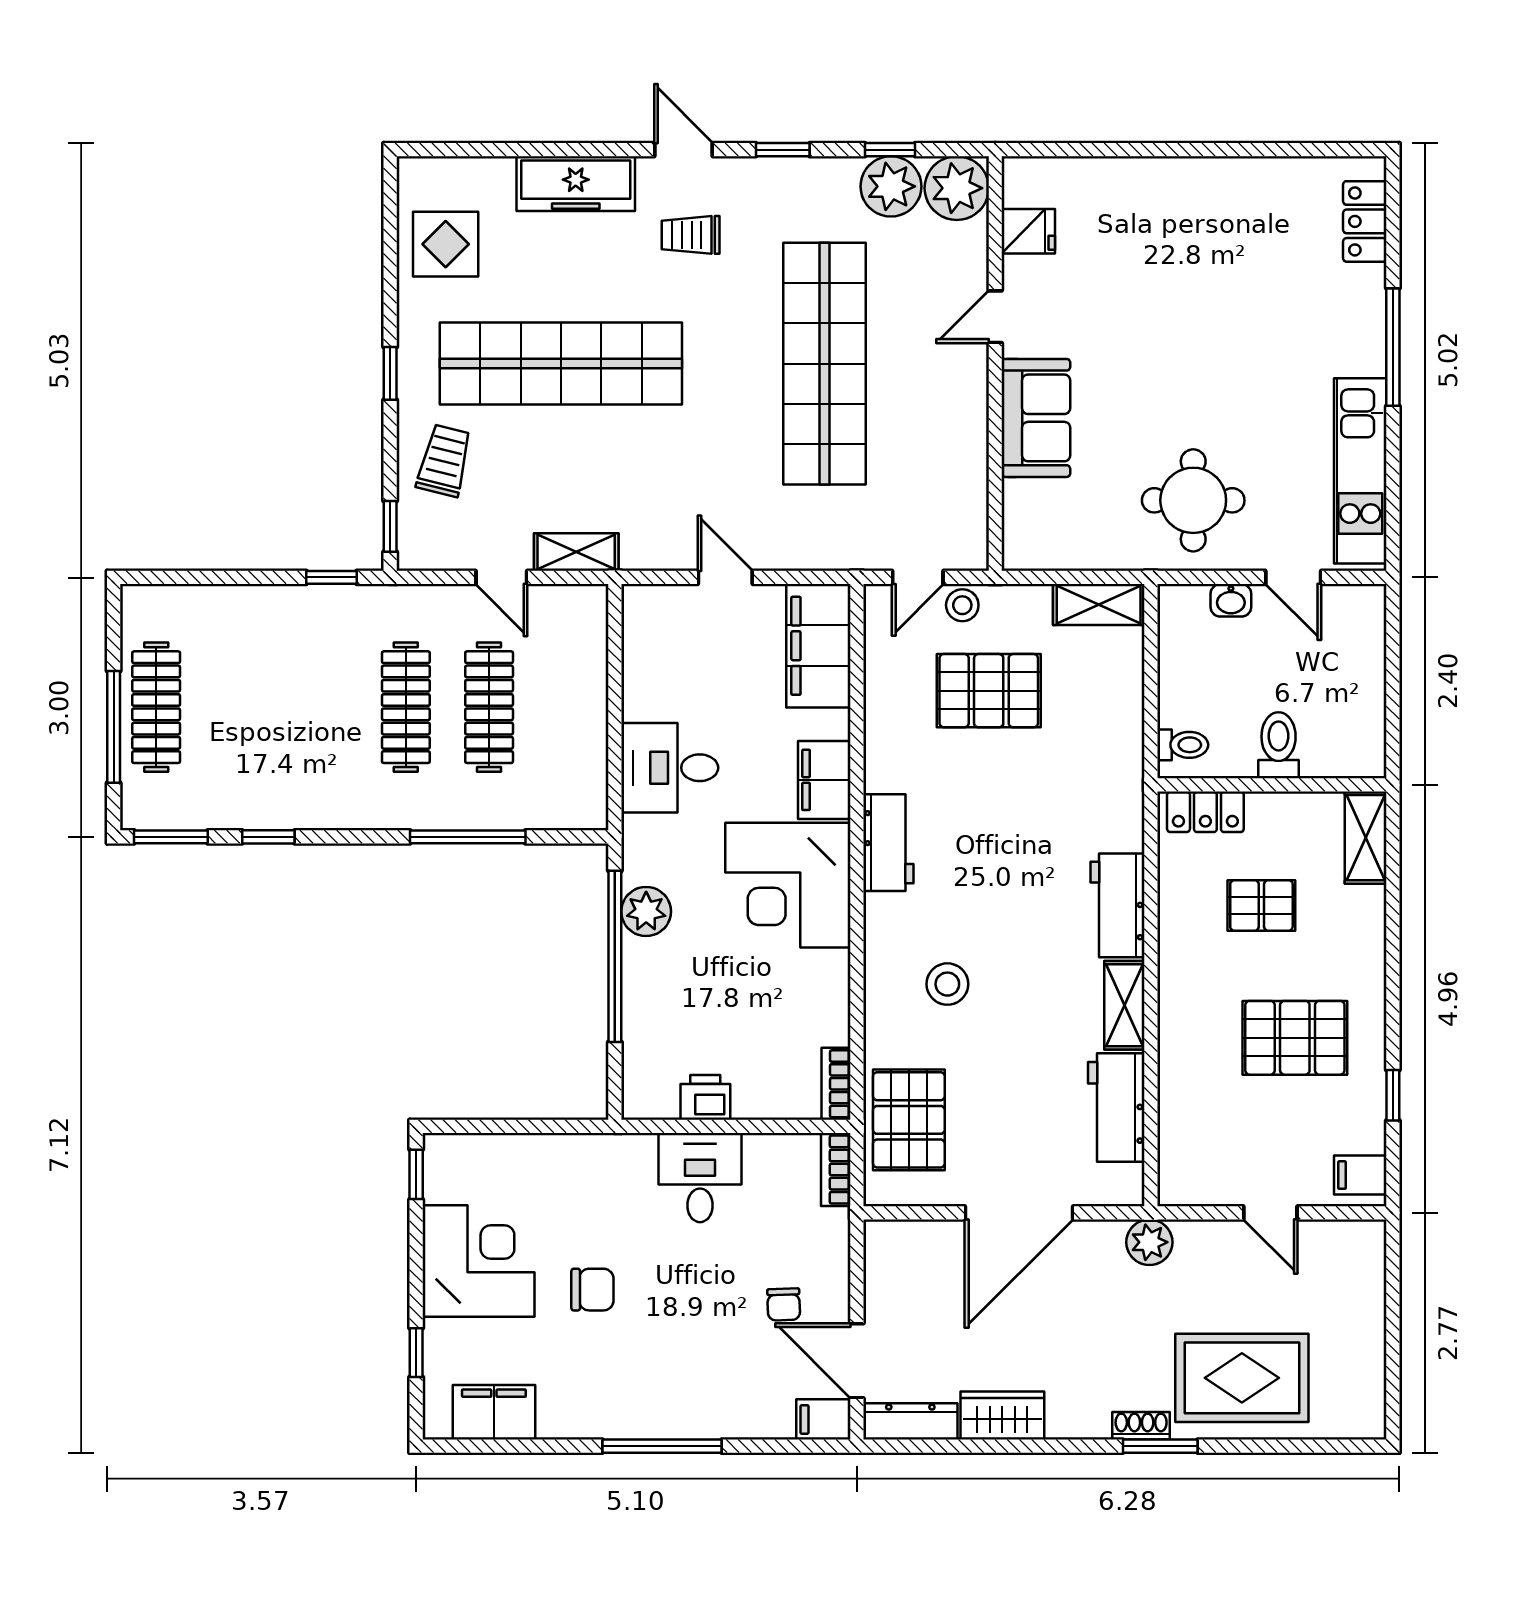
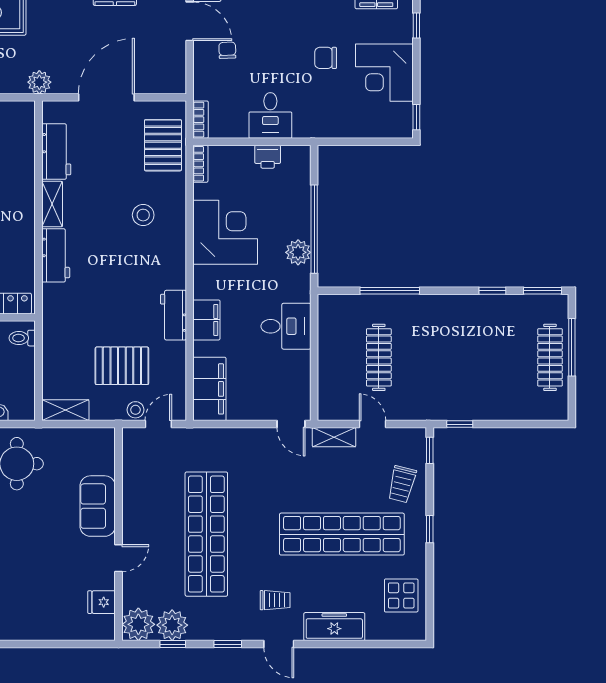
door: (725, 577) -> (291, 424), moved
clothes rail: (406, 707) -> (422, 357), removed
workbench: (888, 843) -> (173, 315), moved
corner desk: (788, 885) -> (225, 232), moved

